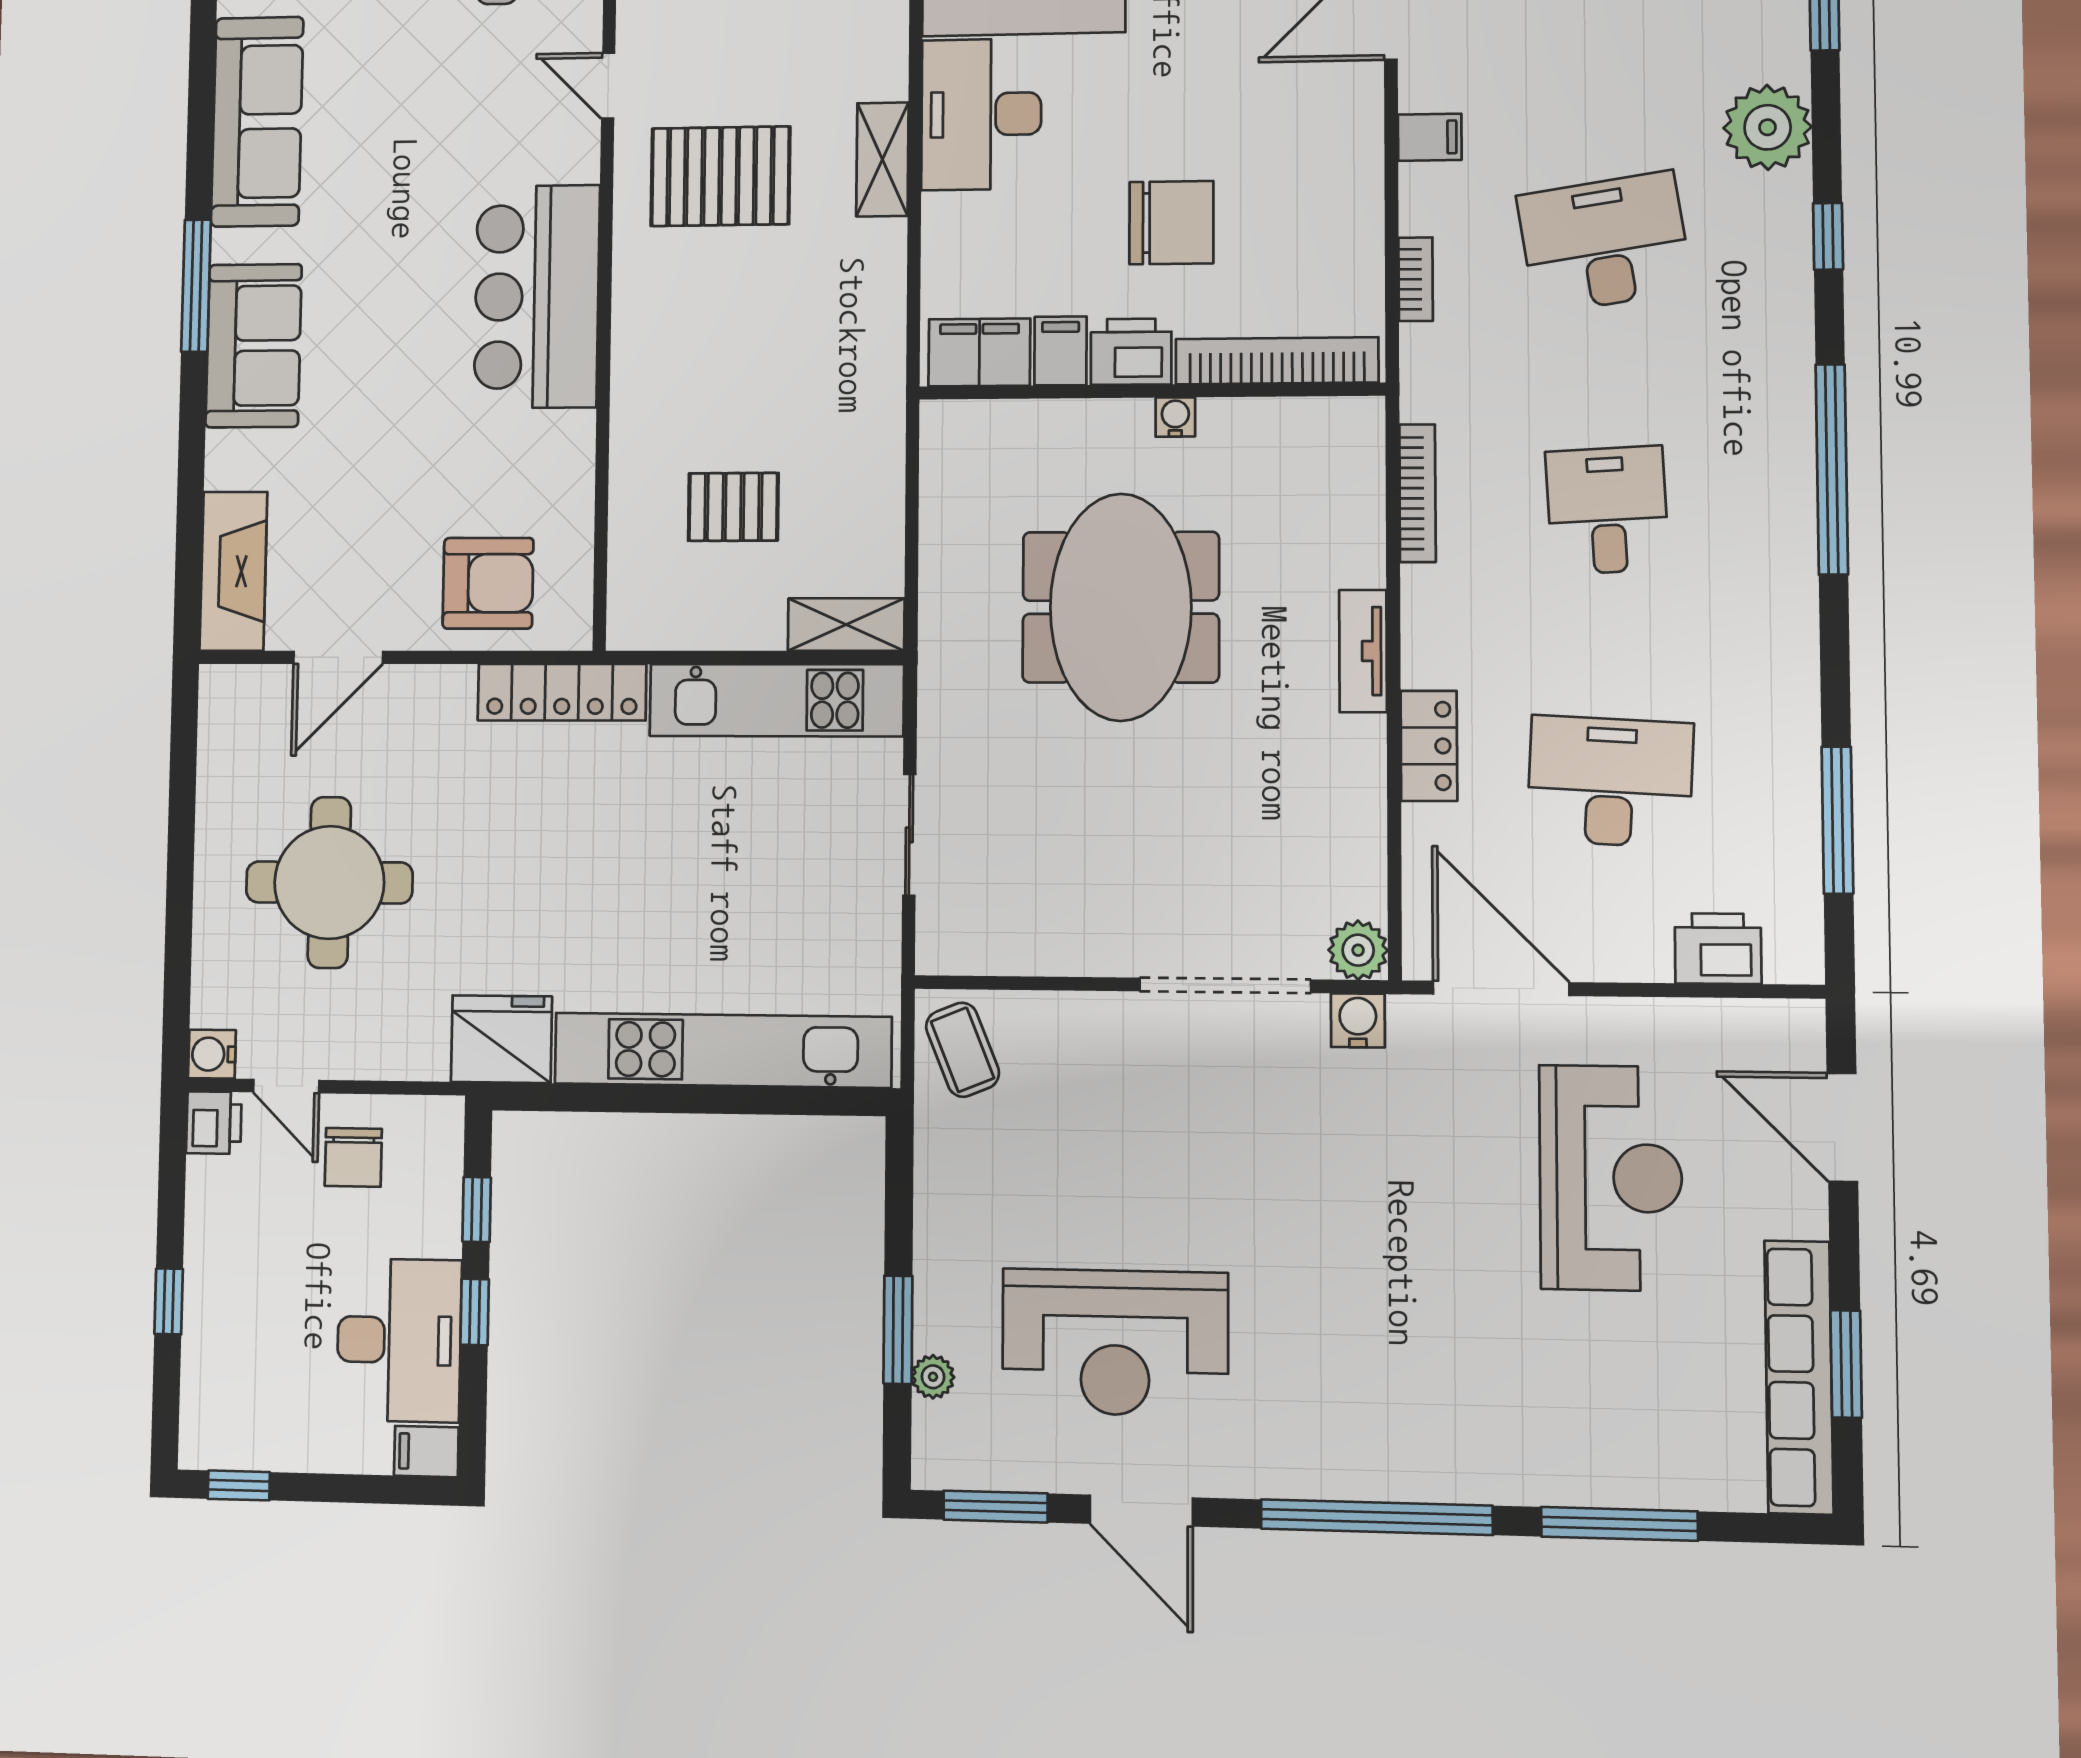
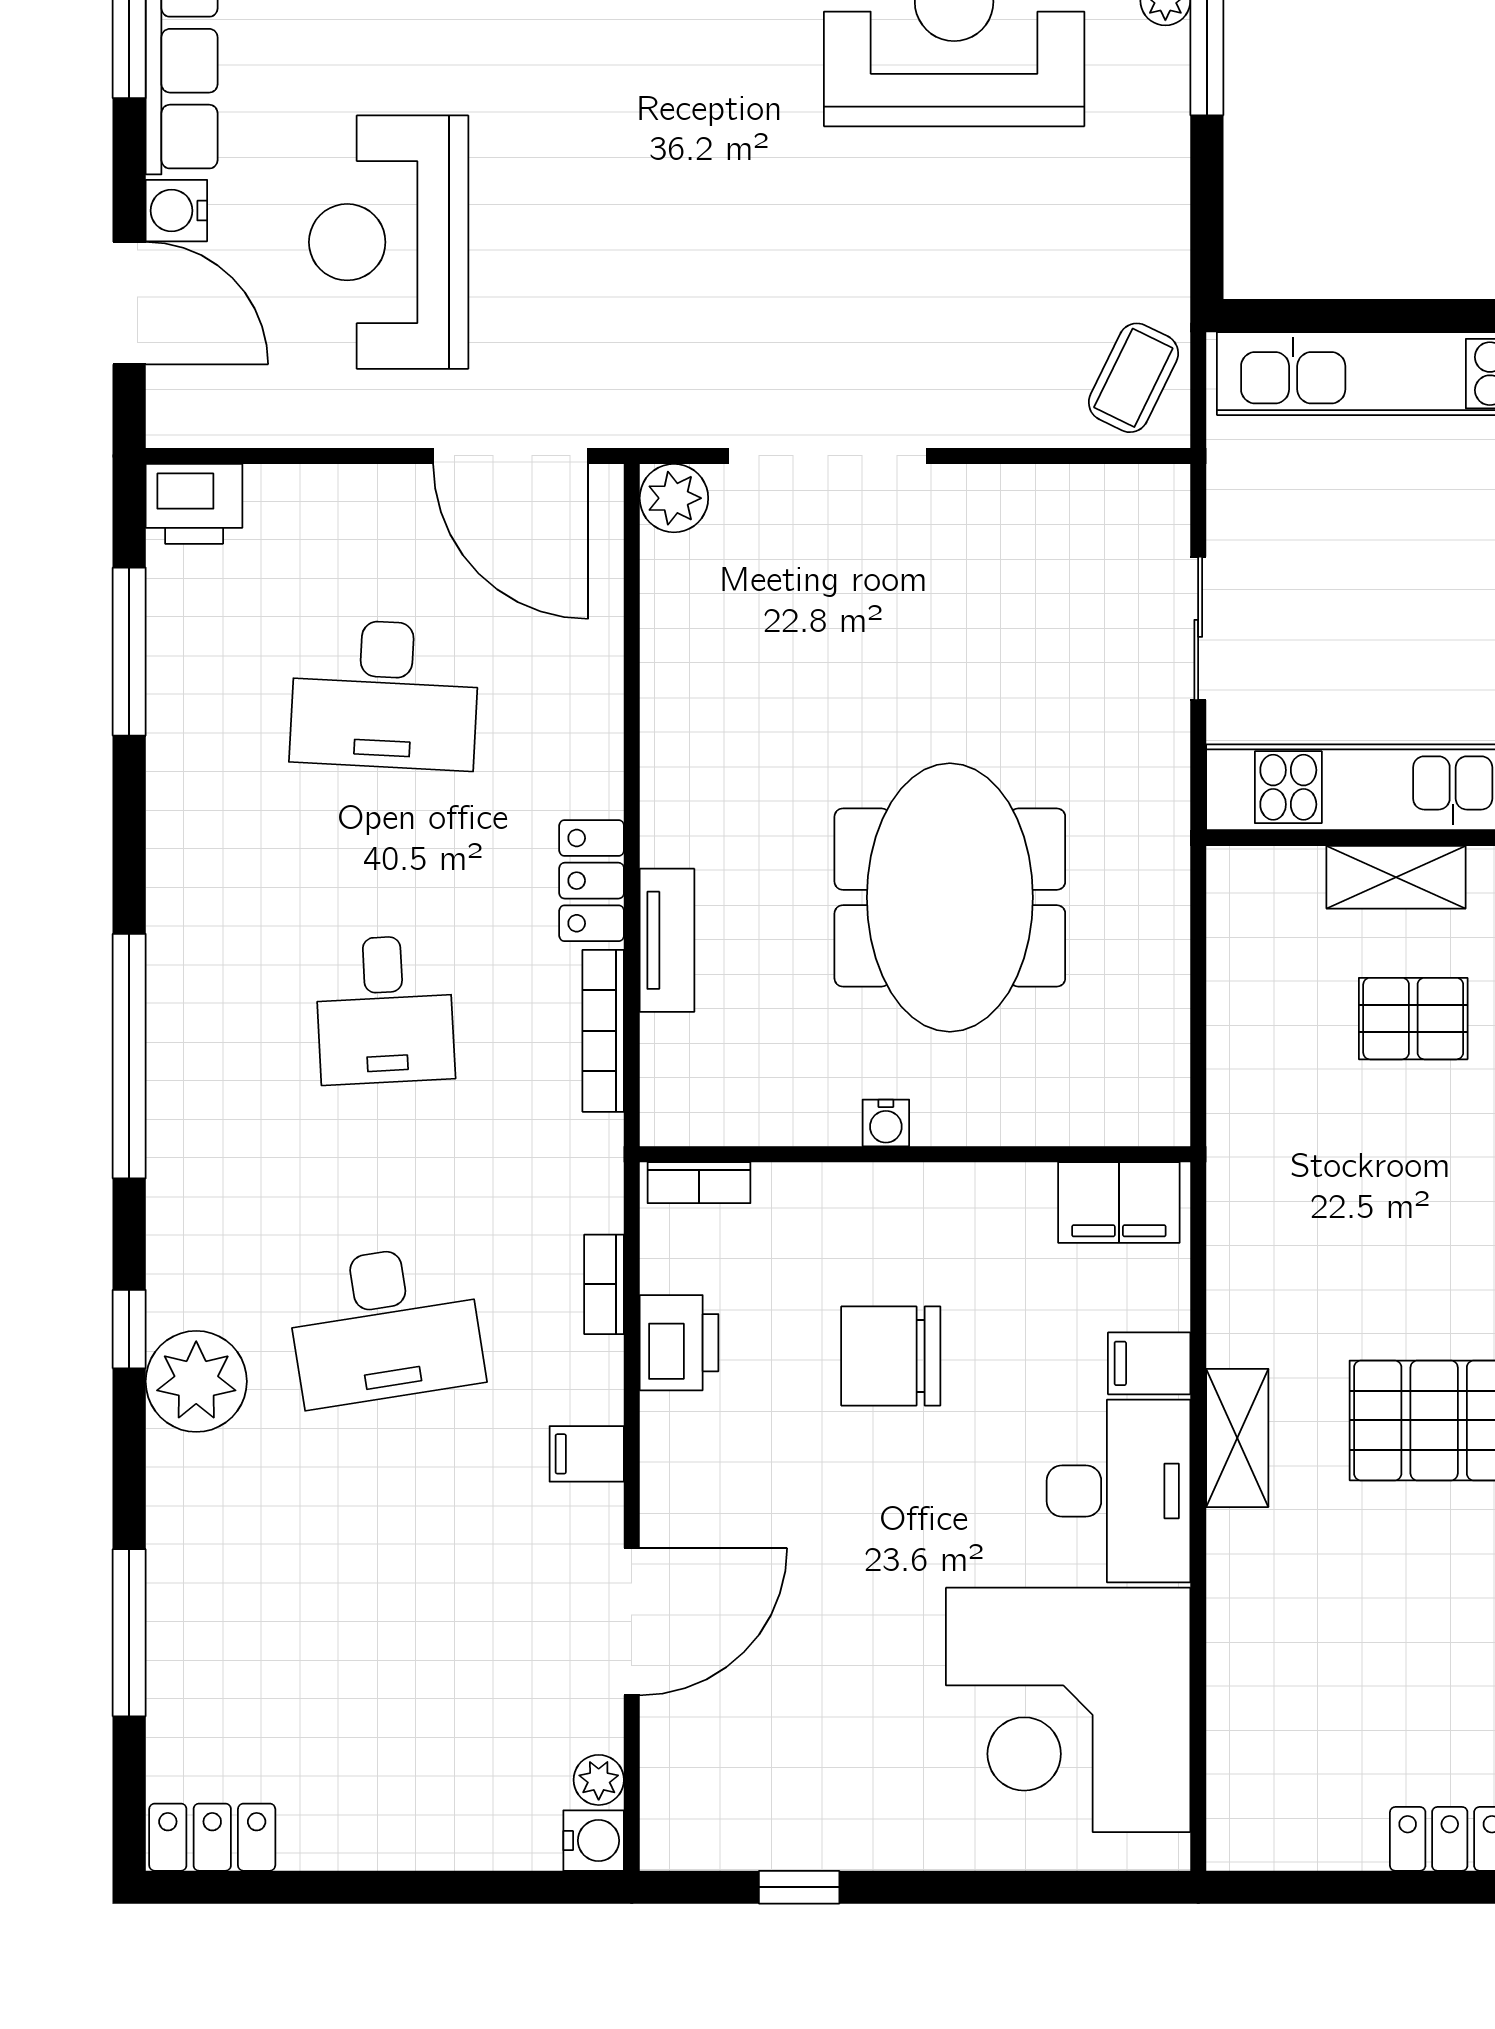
plant: (1768, 127) -> (196, 1381), moved
filing cabinet: (1061, 351) -> (1149, 1363), moved, turned 90
printer: (1131, 352) -> (679, 1343), moved, turned -90
bookcase: (1277, 361) -> (699, 1183), width x0.43, depth x0.76
shelving: (846, 625) -> (1396, 877), moved
tv unit: (1363, 651) -> (667, 940), moved
locker: (1429, 746) -> (592, 881), moved
printer: (1718, 949) -> (194, 504), moved
water cooler: (1358, 1020) -> (176, 211), moved, turned 90
coffee table: (963, 1050) -> (1133, 378), turned 48

